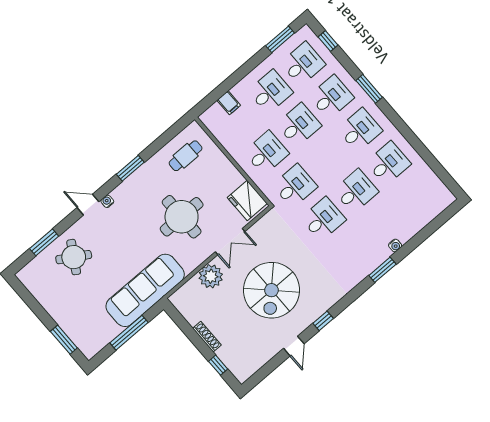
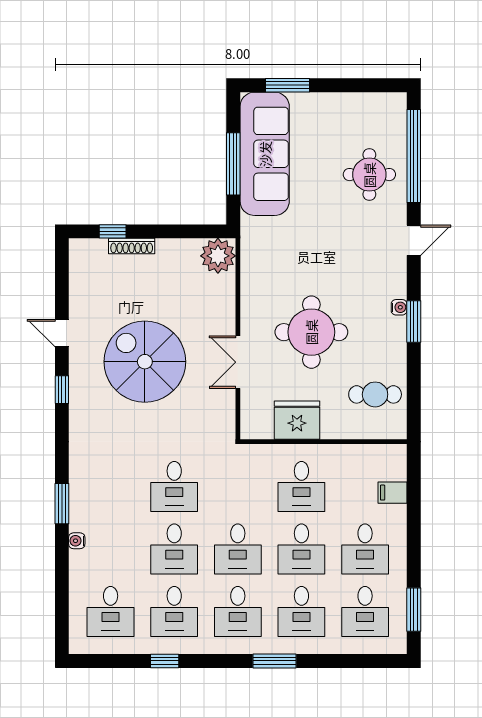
window: (328, 41) -> (165, 661), moved
cafe table: (186, 156) -> (375, 394), turned 90
desk: (295, 186) -> (238, 549), moved
desk: (417, 196) -> (111, 611), added
fridge: (247, 200) -> (297, 420), moved
water cooler: (107, 201) -> (399, 307), moved
window: (44, 242) -> (414, 156), width x2.11
round table: (74, 257) -> (369, 175), turned -31
plant: (211, 276) -> (218, 256), moved
sofa: (145, 290) -> (265, 154), moved
shoe rack: (207, 337) -> (132, 246), moved

